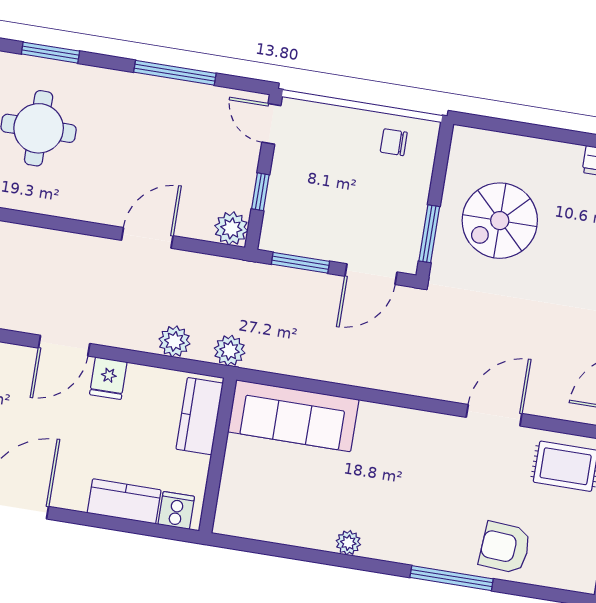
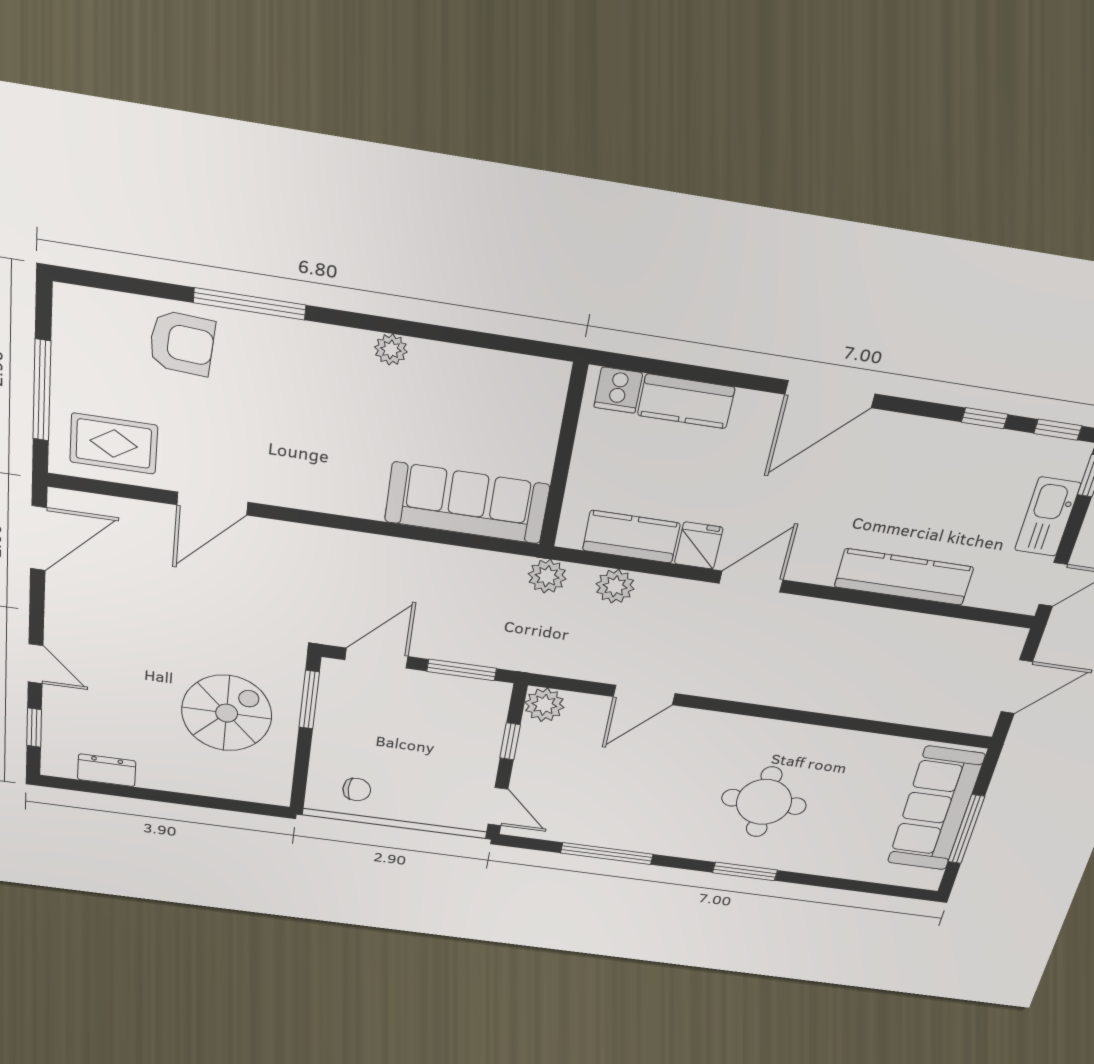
kitchen counter: (200, 416) -> (631, 537), moved, turned -90

